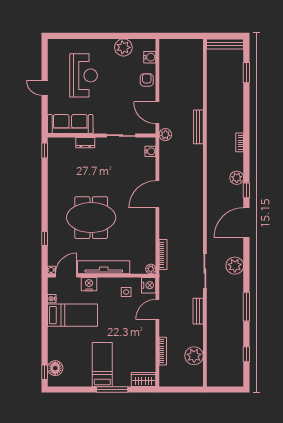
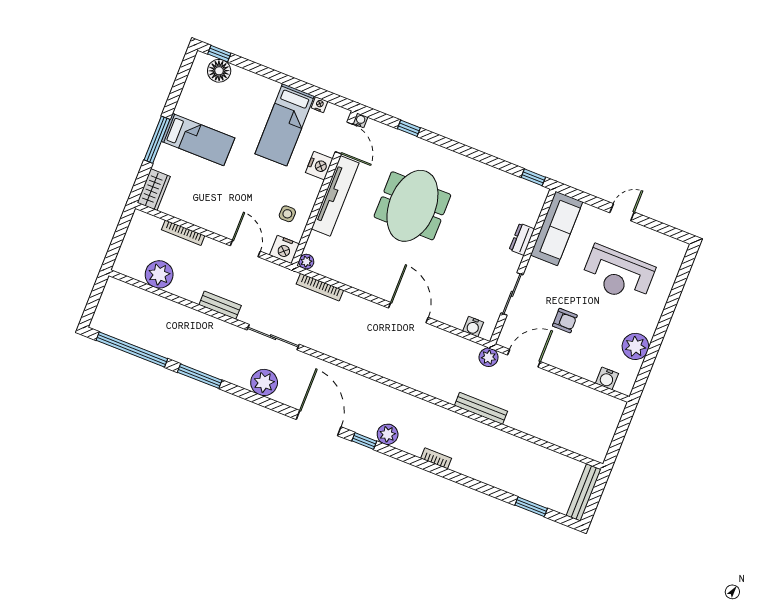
armchair: (147, 80) -> (565, 321), moved
window: (246, 354) -> (132, 350), width x3.17

